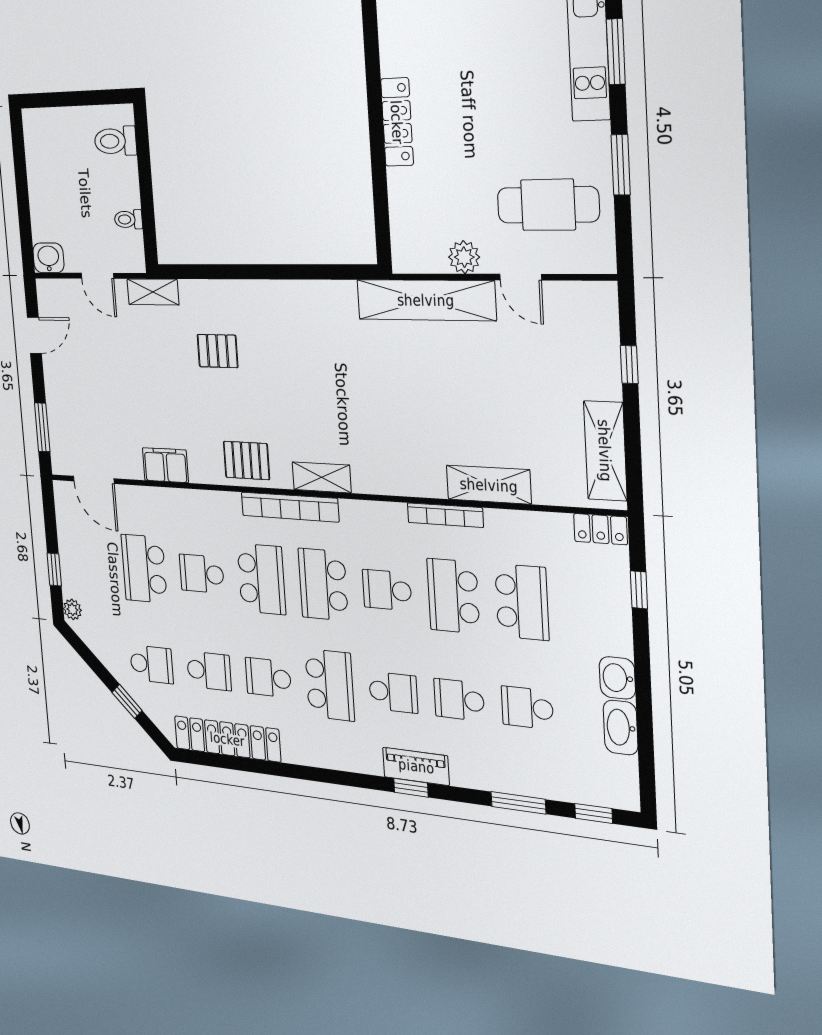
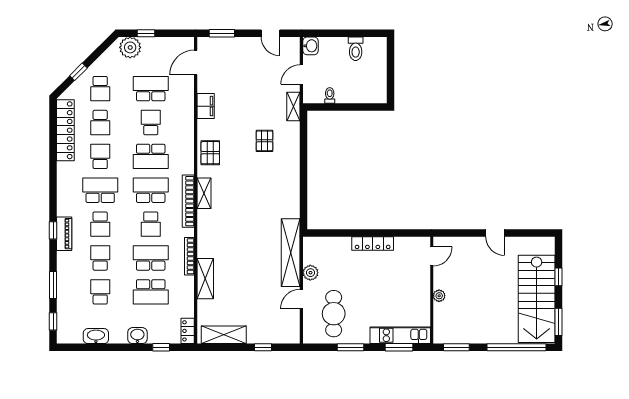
toilet: (115, 141) -> (356, 49), moved, turned 180
bookcase: (290, 507) -> (188, 201), moved
school desk: (387, 590) -> (151, 224), turned 180
plant: (72, 609) -> (130, 47), width x1.88, depth x1.88
washbasin: (617, 678) -> (137, 336), moved
school desk: (330, 685) -> (100, 190), turned 180

